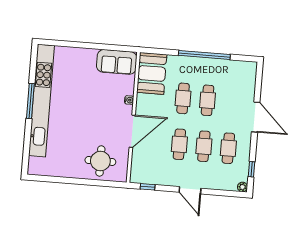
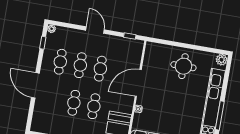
round table: (100, 161) -> (183, 66), moved
plant: (34, 168) -> (222, 60), added

